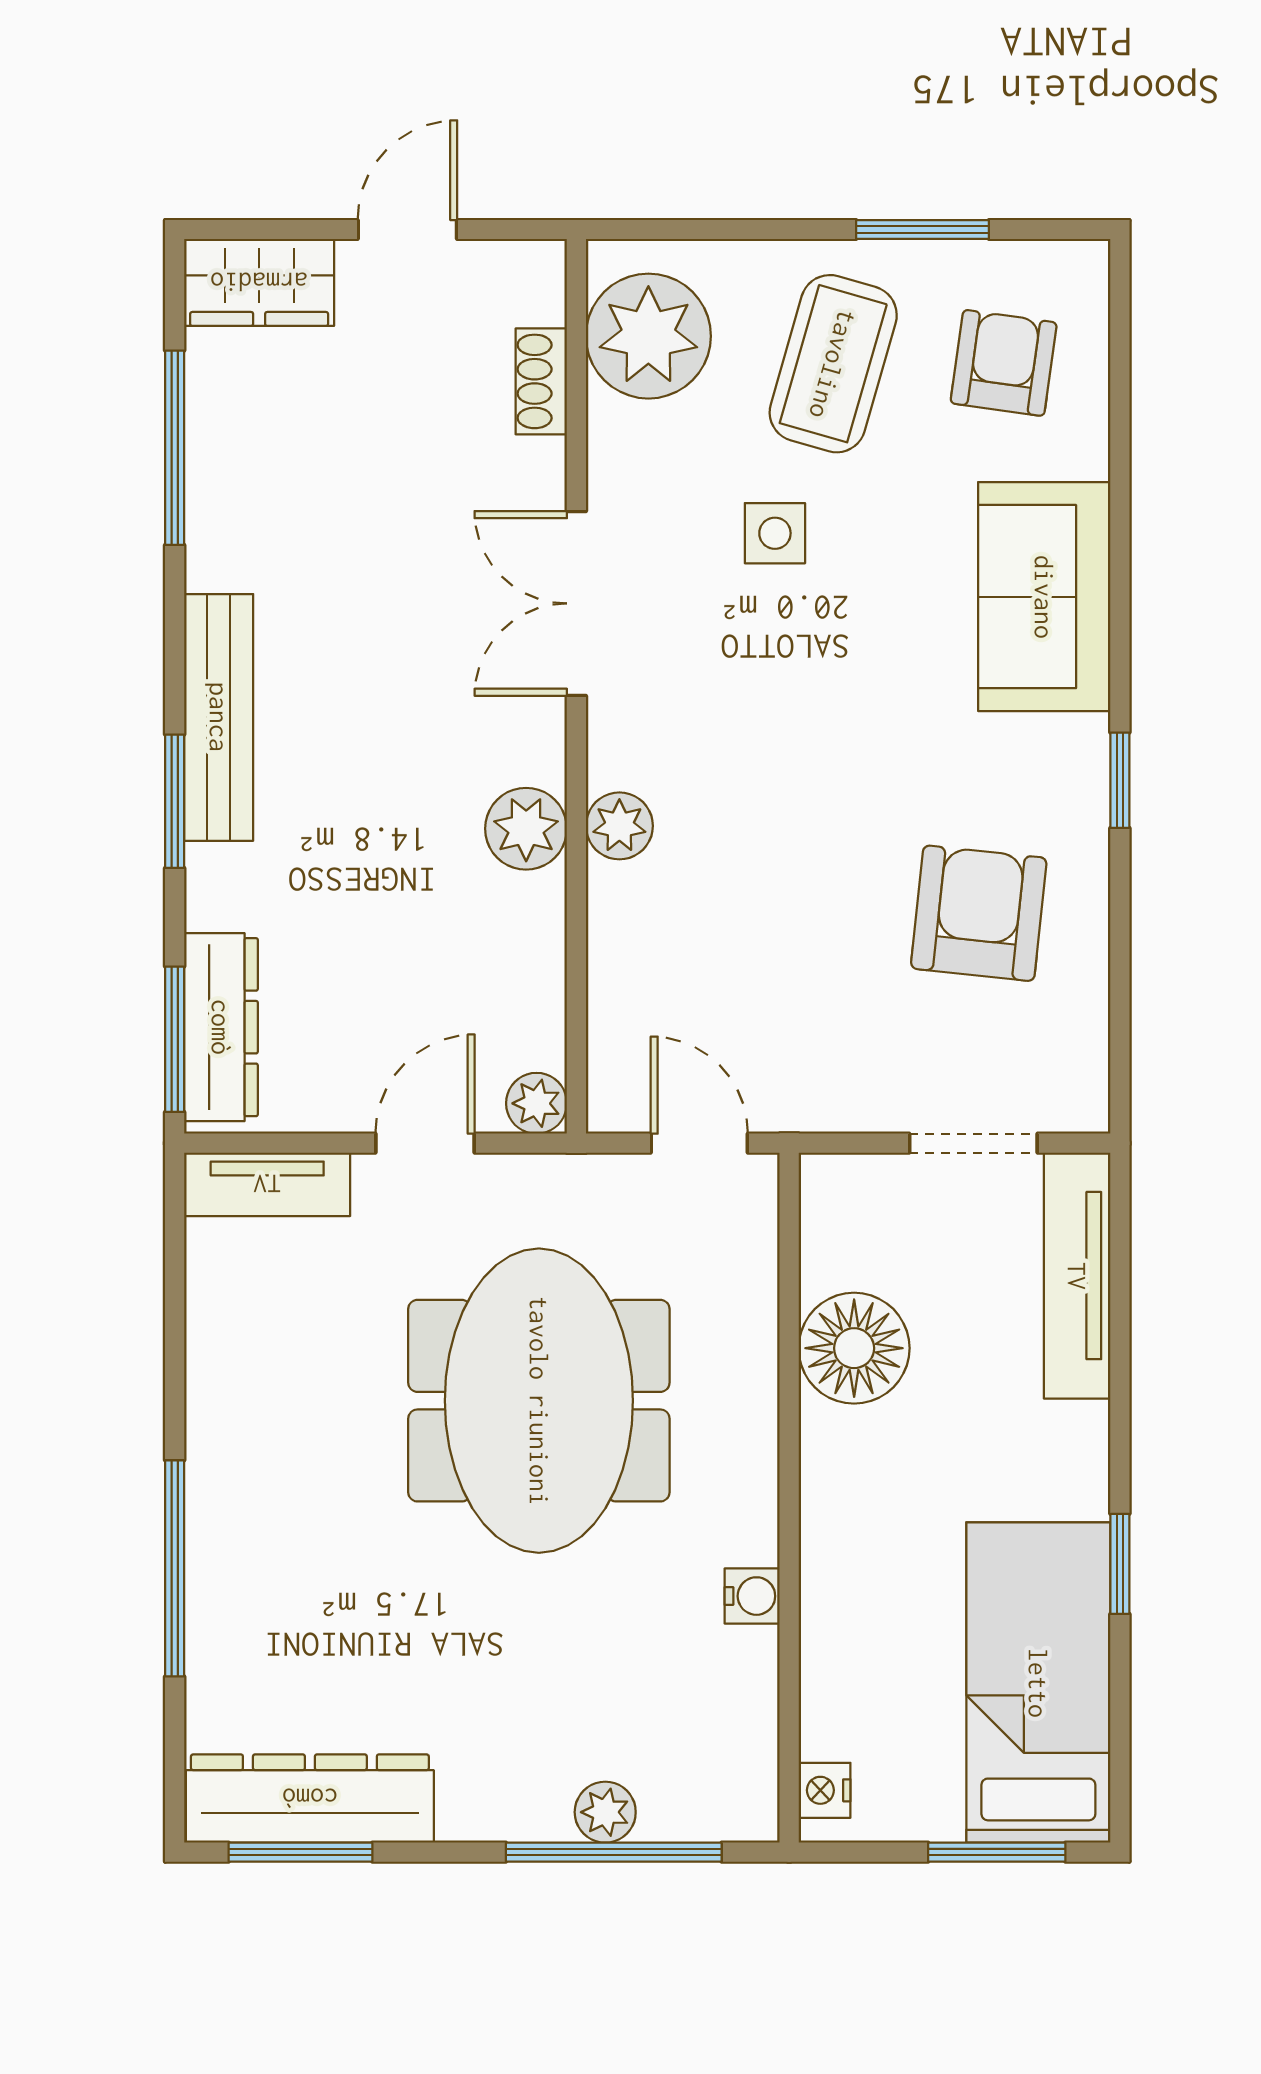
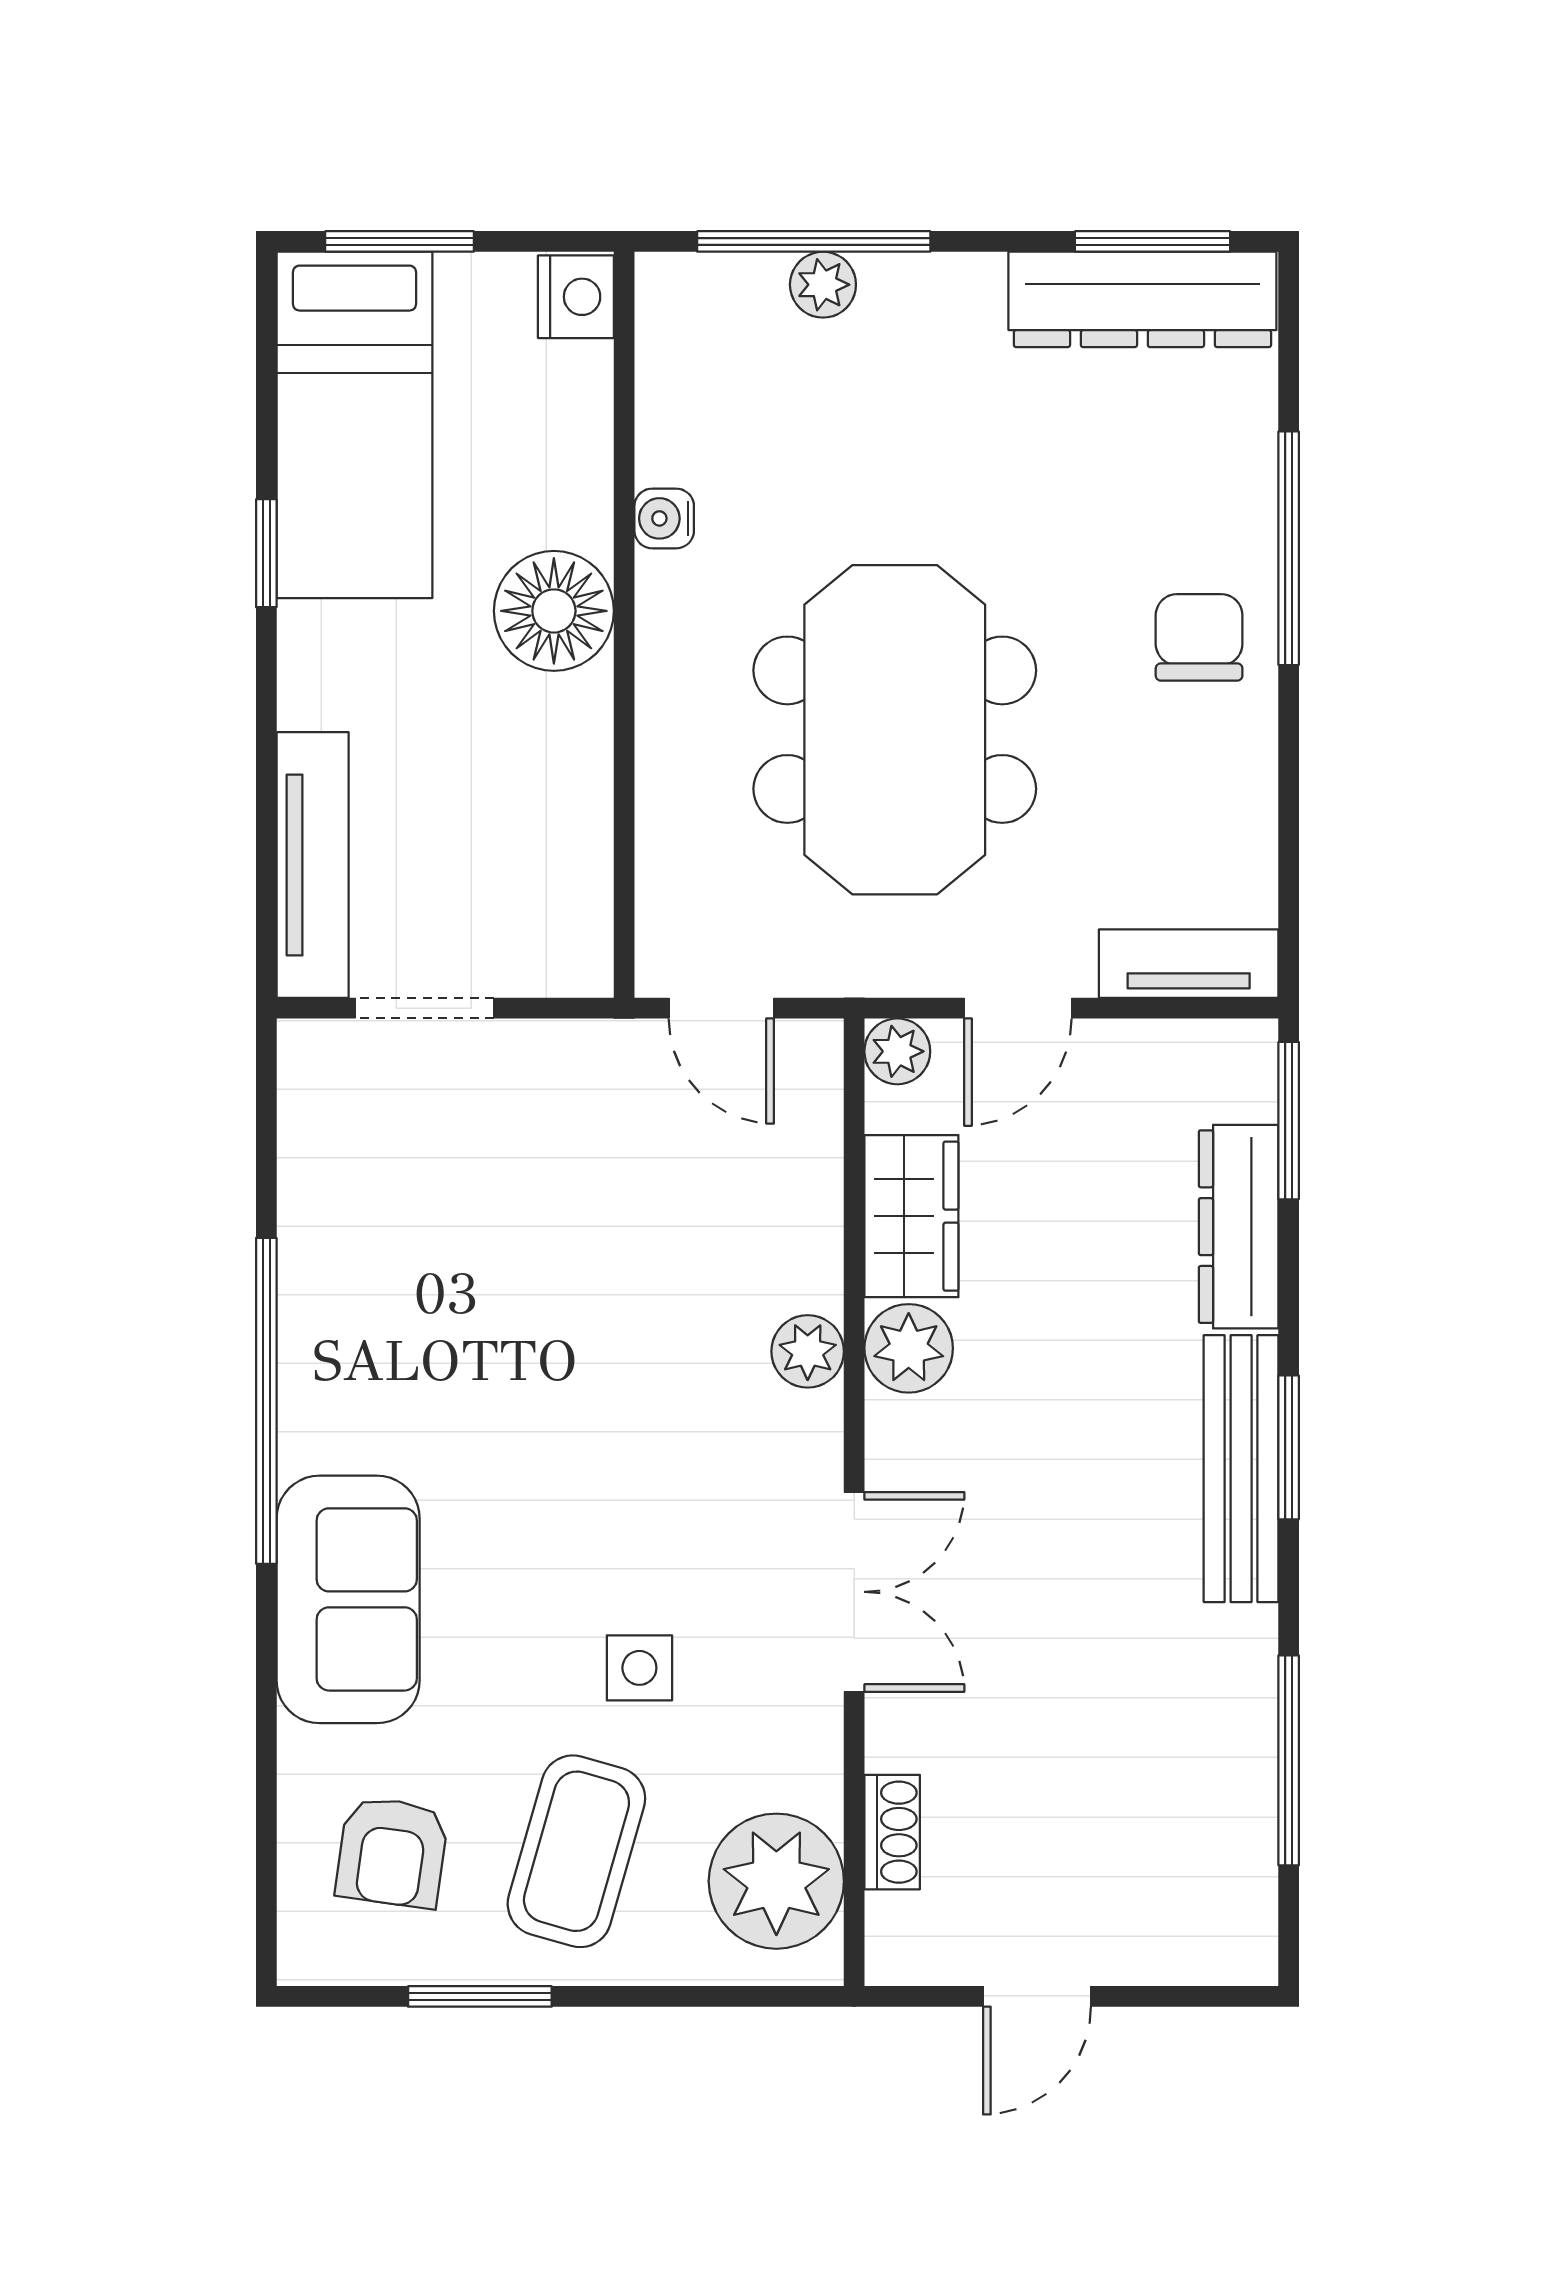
wardrobe: (259, 282) -> (911, 1216), moved, turned 90
window: (1120, 780) -> (266, 1401), width x3.17
window: (175, 801) -> (1289, 1447), moved
armchair: (979, 913) -> (419, 1257), removed
dresser: (221, 1027) -> (1239, 1227), moved
floor lamp: (854, 1348) -> (554, 611), moved
chair: (258, 1486) -> (1199, 637), added
nightstand: (824, 1790) -> (576, 297), width x1.39, depth x1.35

